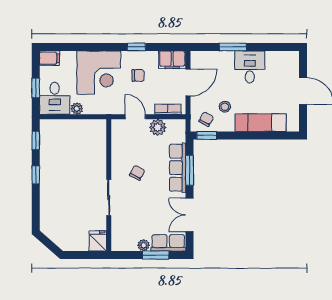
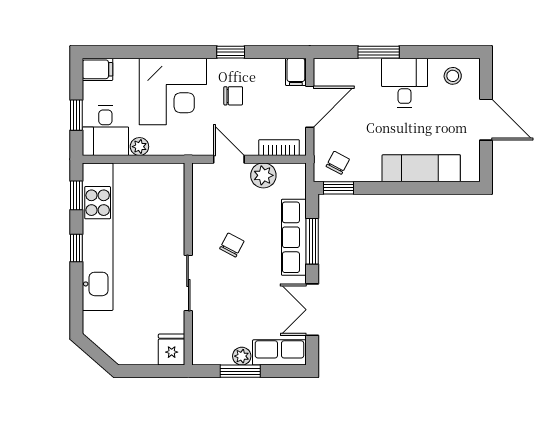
filing cabinet: (172, 60) -> (296, 72), width x0.50
stool: (225, 107) -> (453, 76), moved
kitchen unit: (50, 167) -> (98, 237), added
window: (156, 255) -> (240, 371), moved

